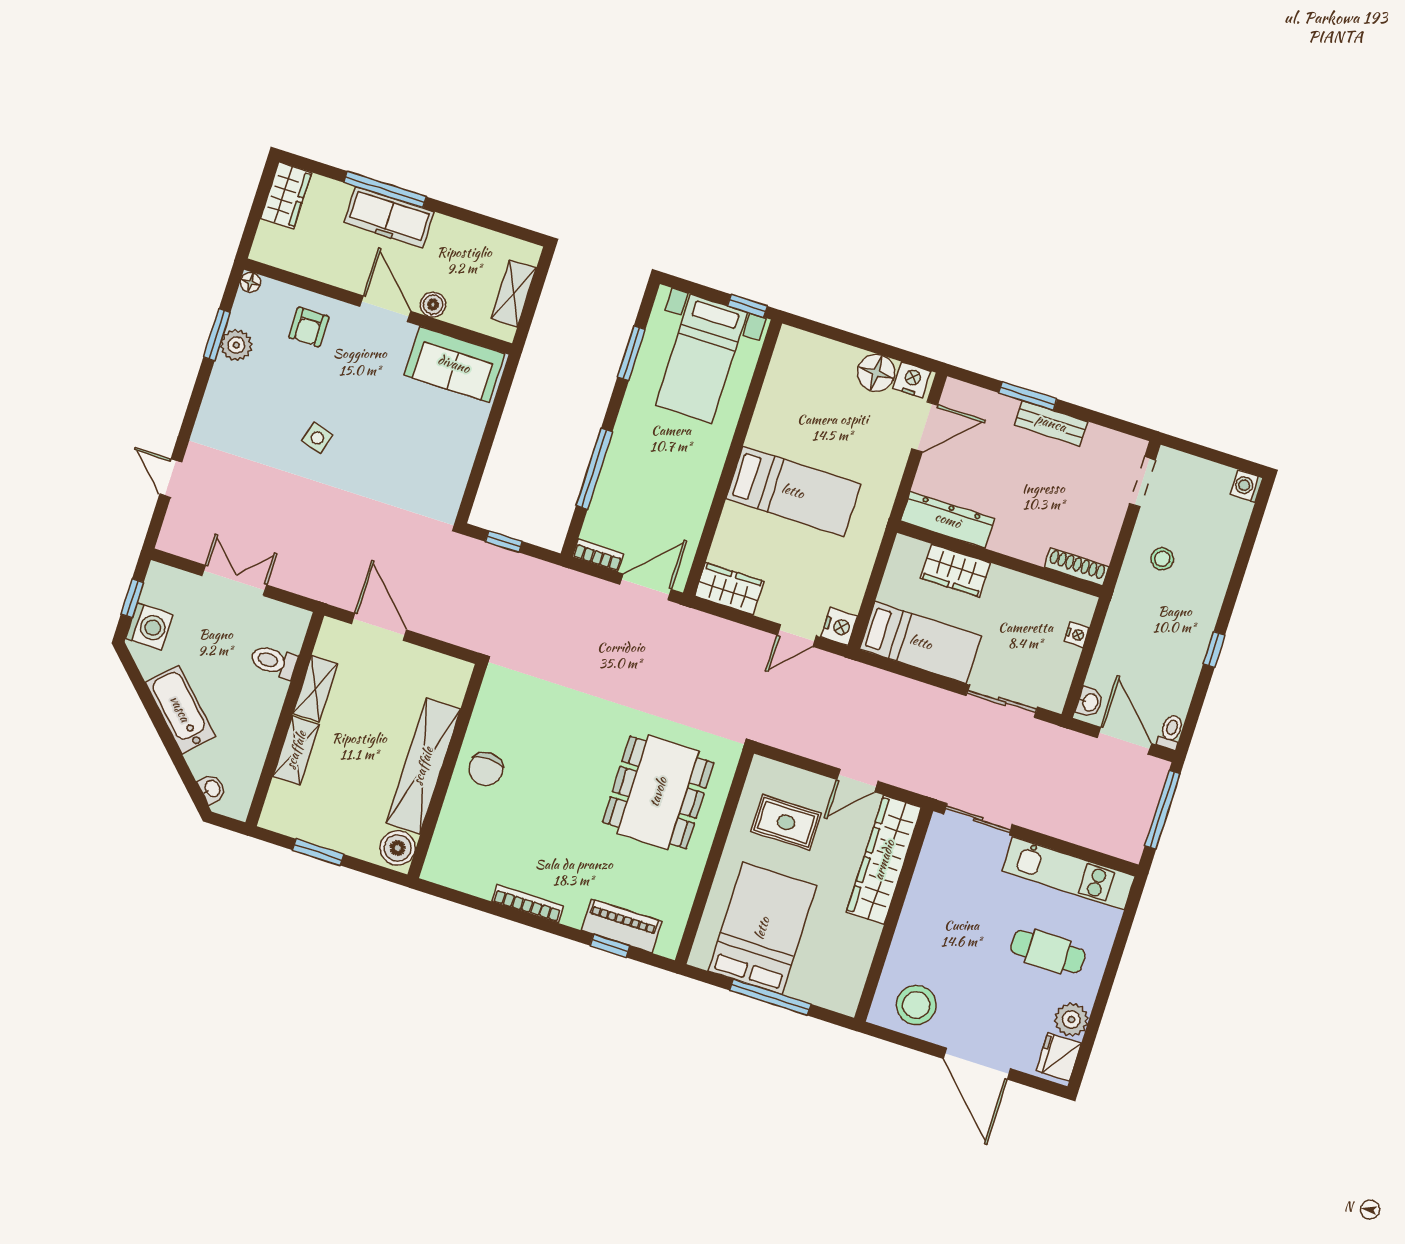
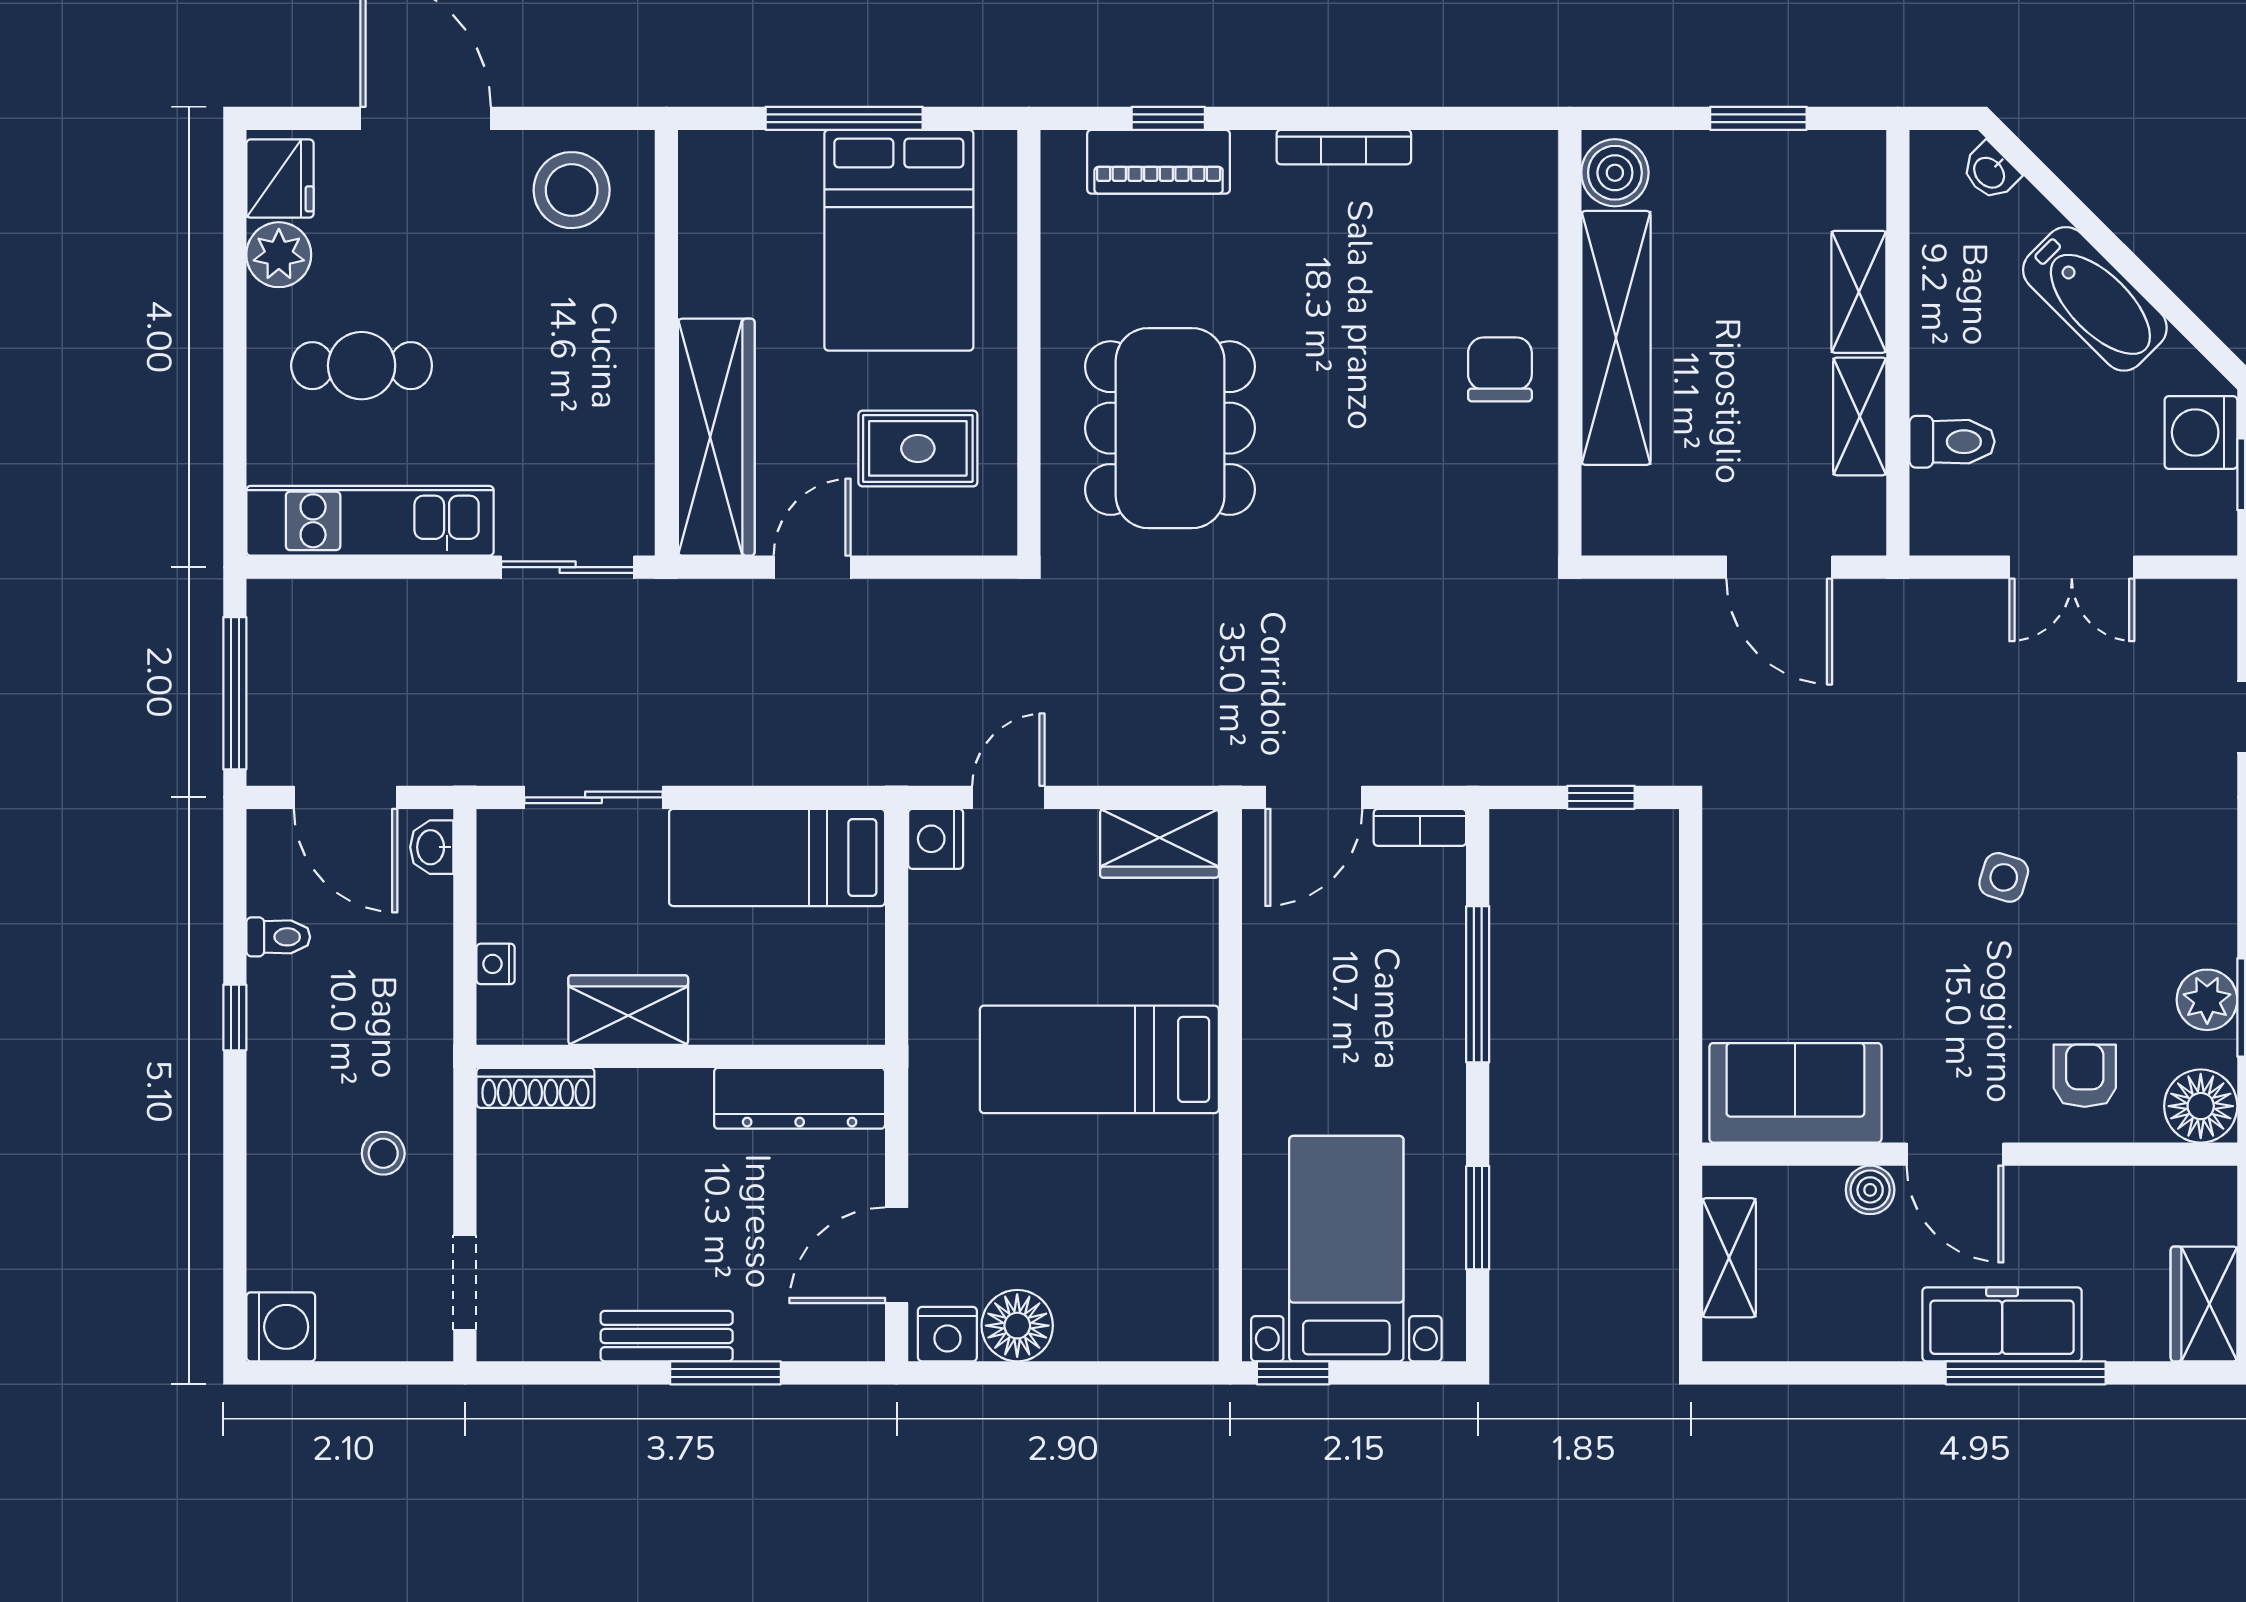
floor lamp: (250, 282) -> (2201, 1106), width x1.89, depth x1.89
washing machine: (1247, 486) -> (281, 1327), width x1.38, depth x1.38
wardrobe: (955, 570) -> (628, 1010), moved
toilet: (1171, 732) -> (278, 937), moved, turned -90

